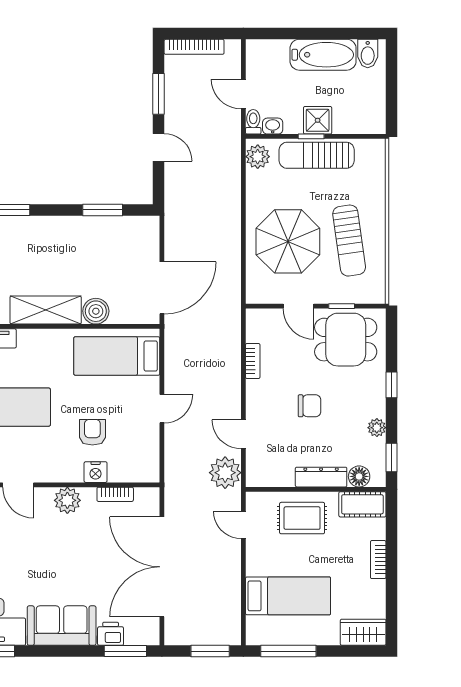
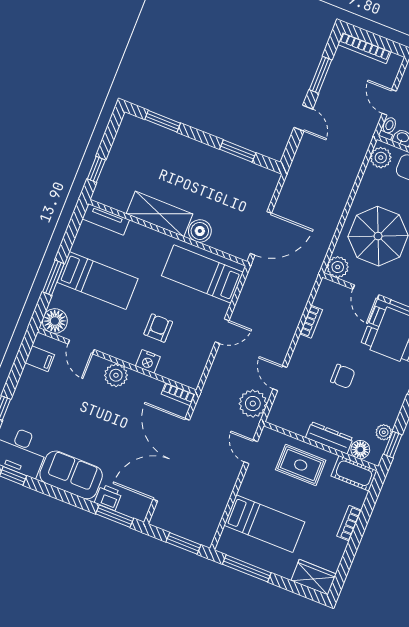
plant: (258, 291) -> (338, 267), added
plant: (377, 428) -> (384, 432), moved
bookcase: (115, 494) -> (178, 394), moved

